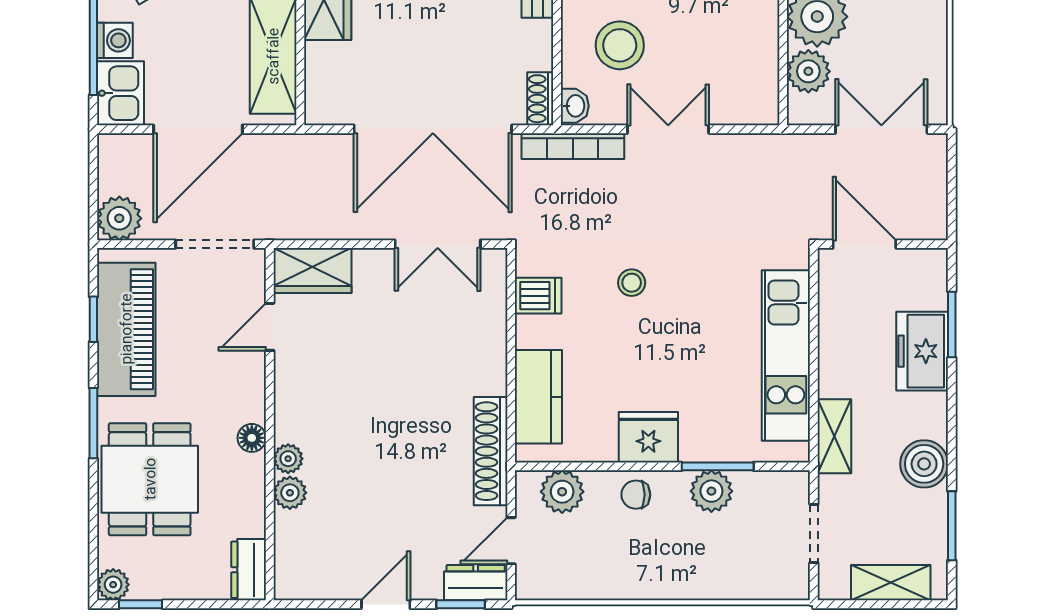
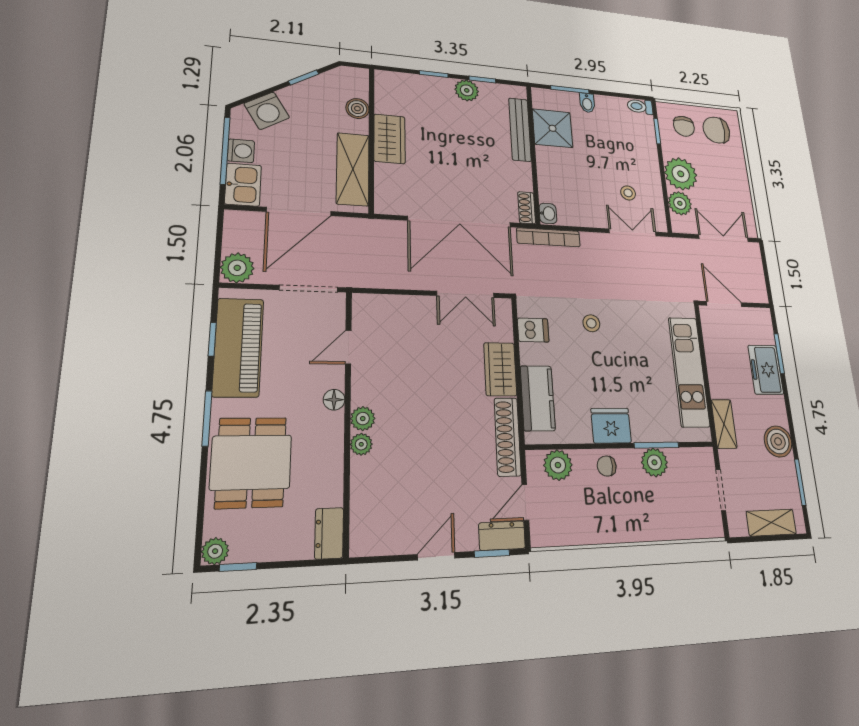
stool: (620, 45) -> (628, 193), moved, width x0.53, depth x0.53
double door: (668, 129) -> (633, 232), moved
wardrobe: (312, 271) -> (500, 369), moved, turned 90
floor lamp: (252, 438) -> (334, 400), moved
plant: (290, 493) -> (363, 419), moved

